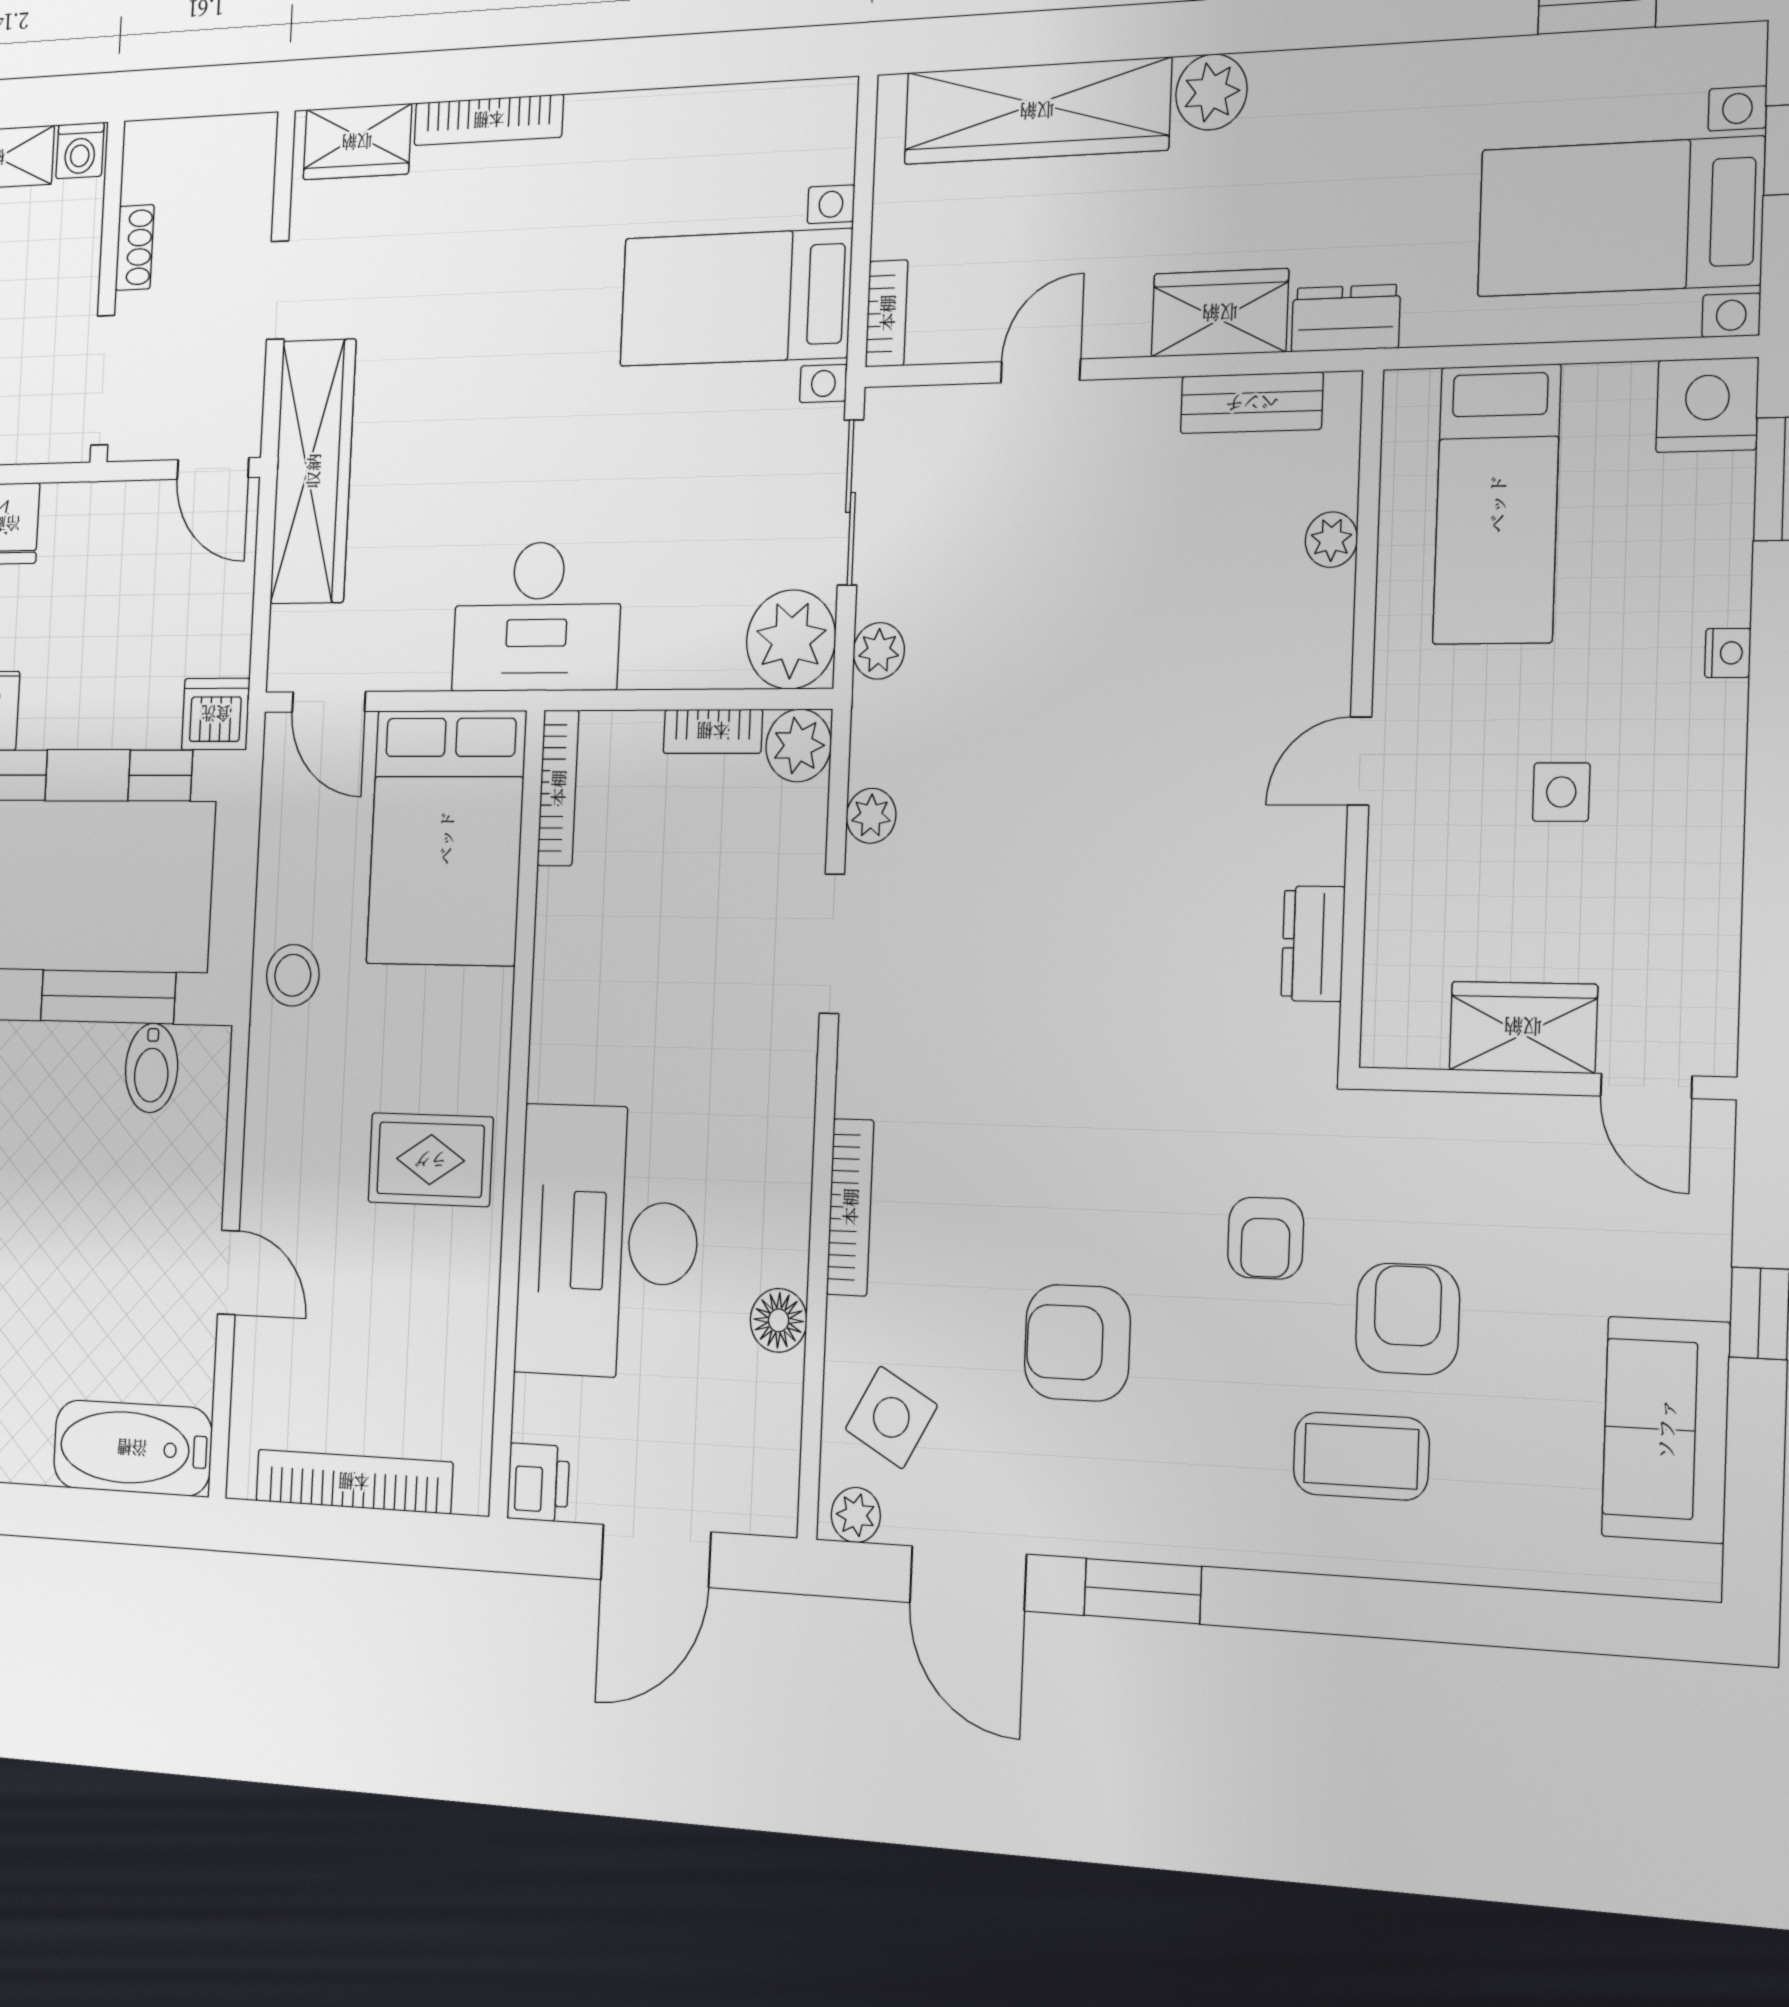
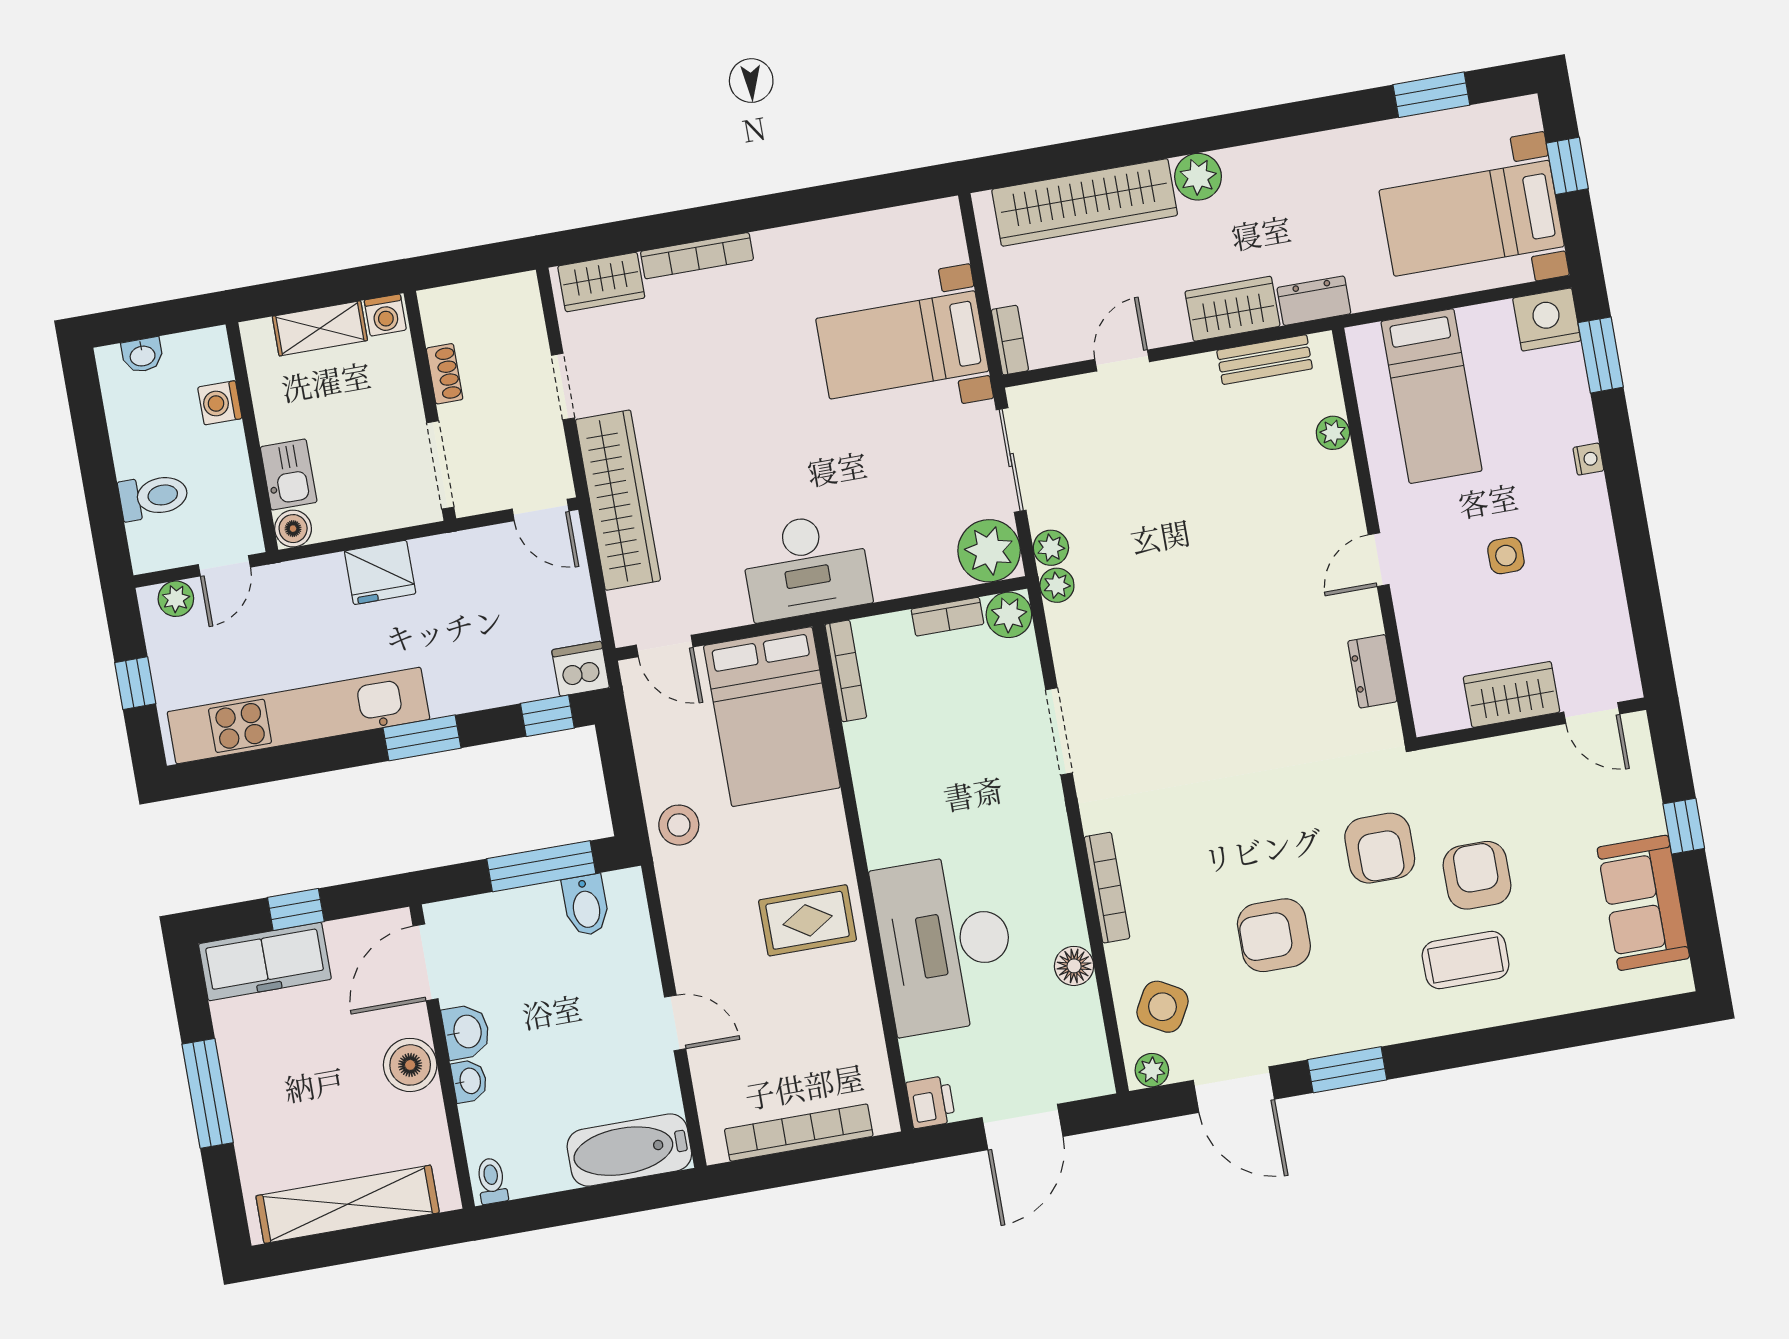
plant: (871, 816) -> (1057, 585), moved
armchair: (1266, 1238) -> (1380, 848), width x1.38, depth x1.38

